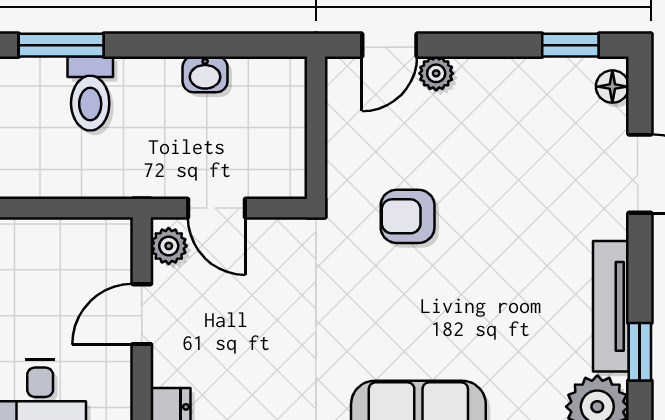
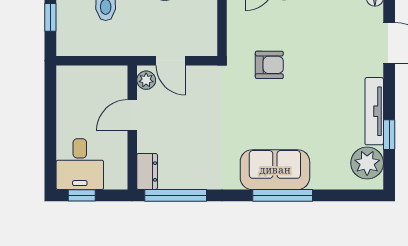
armchair: (408, 216) -> (269, 65), turned 180

